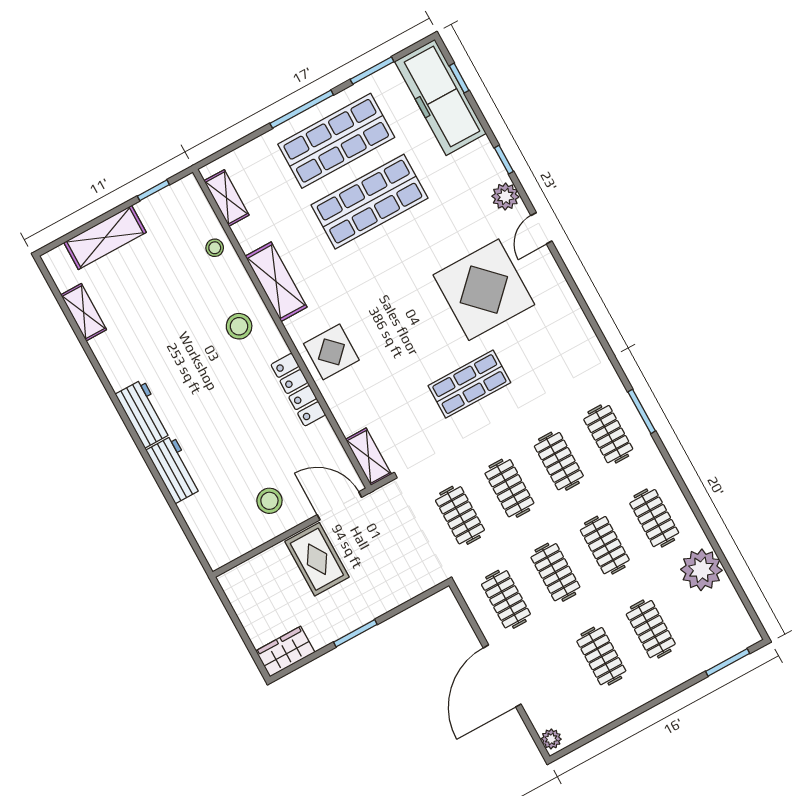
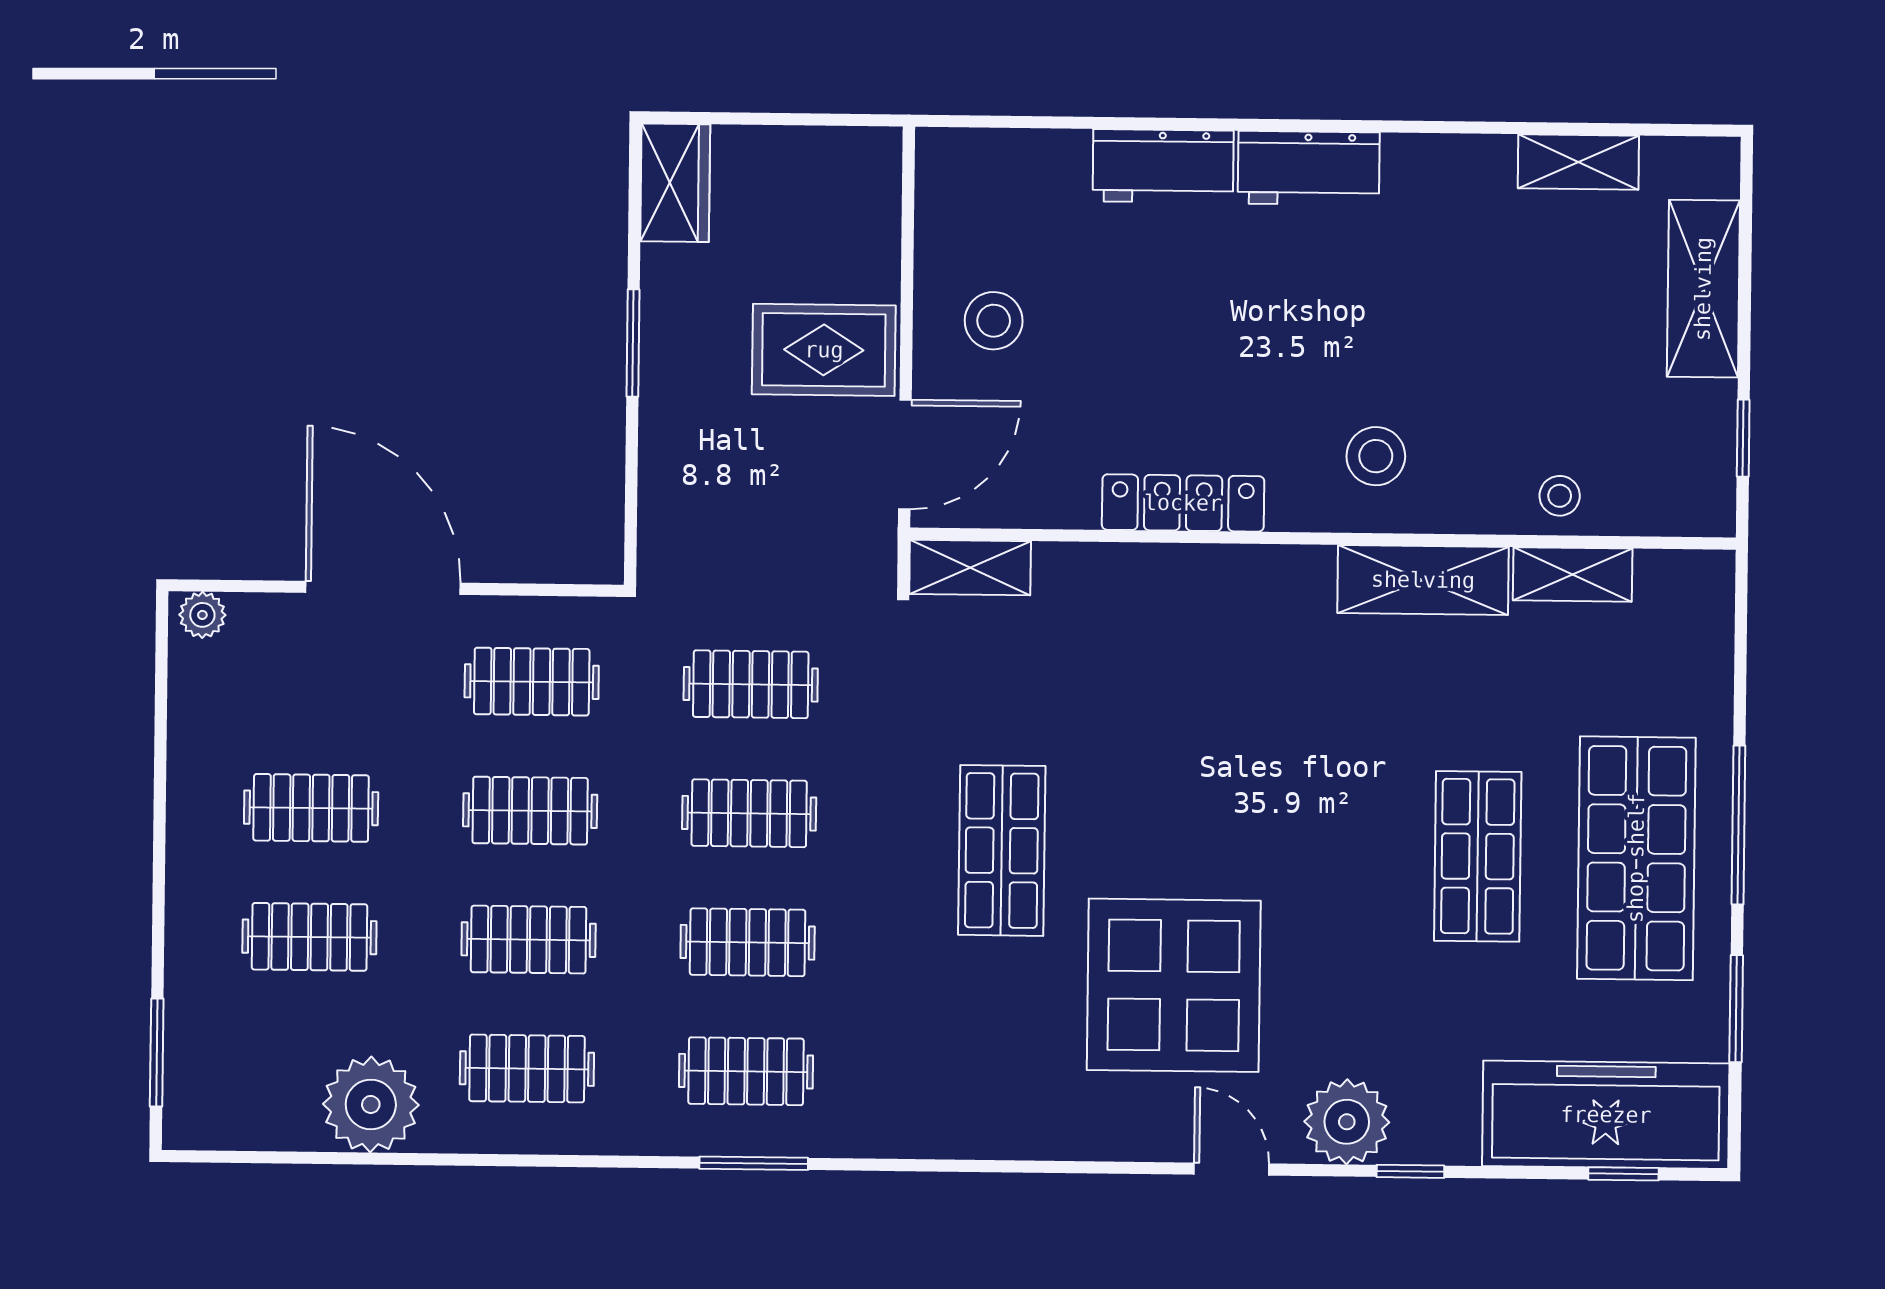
plant: (505, 196) -> (1347, 1122), width x1.36, depth x1.36
shelving: (226, 198) -> (1573, 574), moved
shop shelf: (370, 202) -> (1478, 856), width x0.70, depth x0.74
display table: (331, 352) -> (1221, 612), removed

